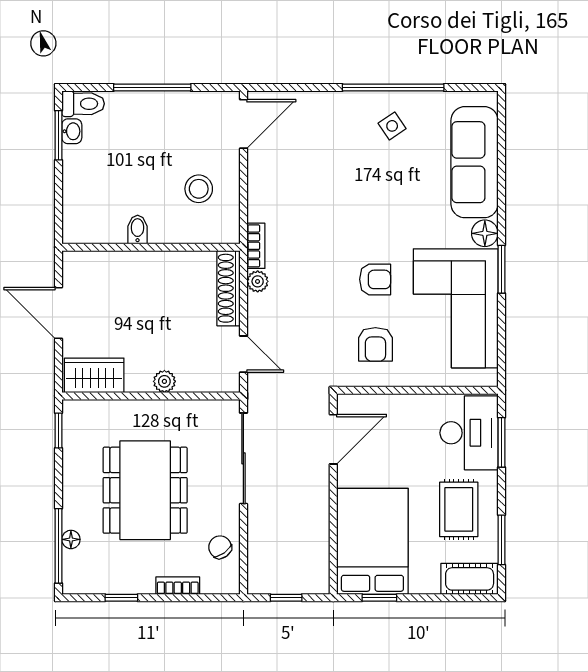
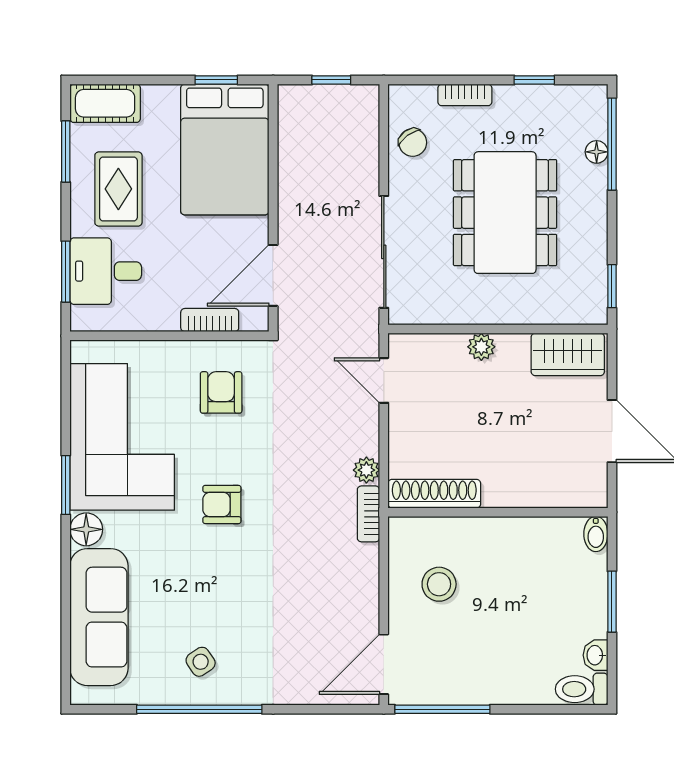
window: (152, 87) -> (442, 709), moved
window: (58, 135) -> (612, 602), moved
bidet: (138, 230) -> (596, 534), moved
armchair: (375, 279) -> (222, 504), moved
shoe rack: (229, 288) -> (434, 494), moved, turned -90
bookcase: (385, 403) -> (210, 320), added
desk: (469, 433) -> (106, 271), width x0.73

